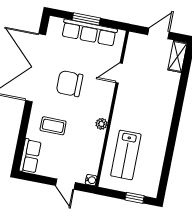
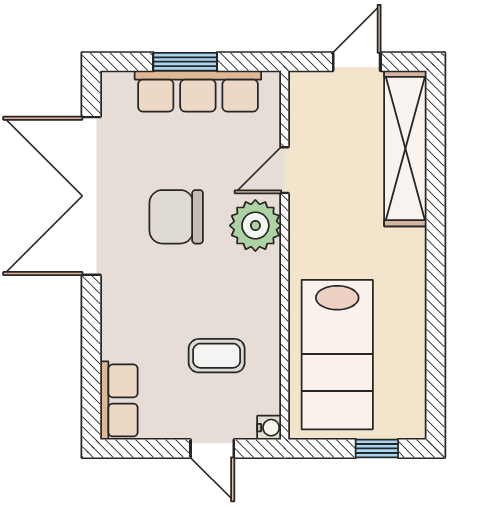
shelving: (177, 57) -> (405, 148), width x2.20, depth x1.33
plant: (101, 124) -> (255, 226), moved, width x1.88, depth x1.88
coffee table: (53, 126) -> (217, 356), moved
lab bench: (126, 155) -> (337, 355), width x1.36, depth x1.39

